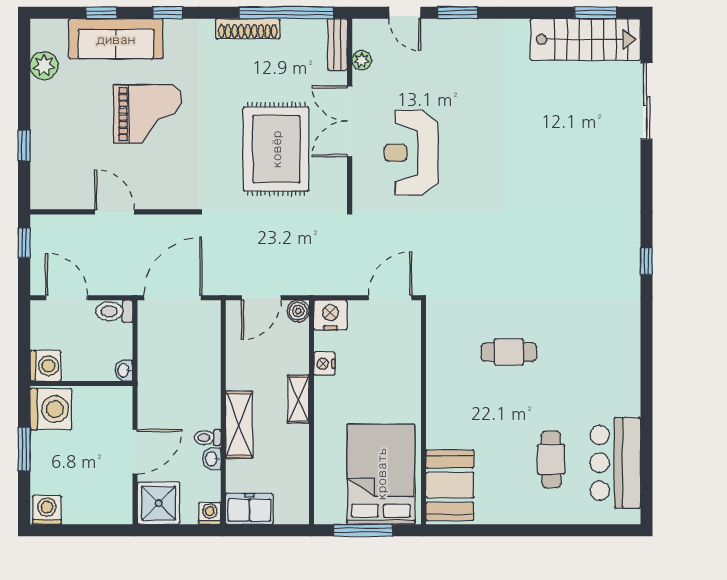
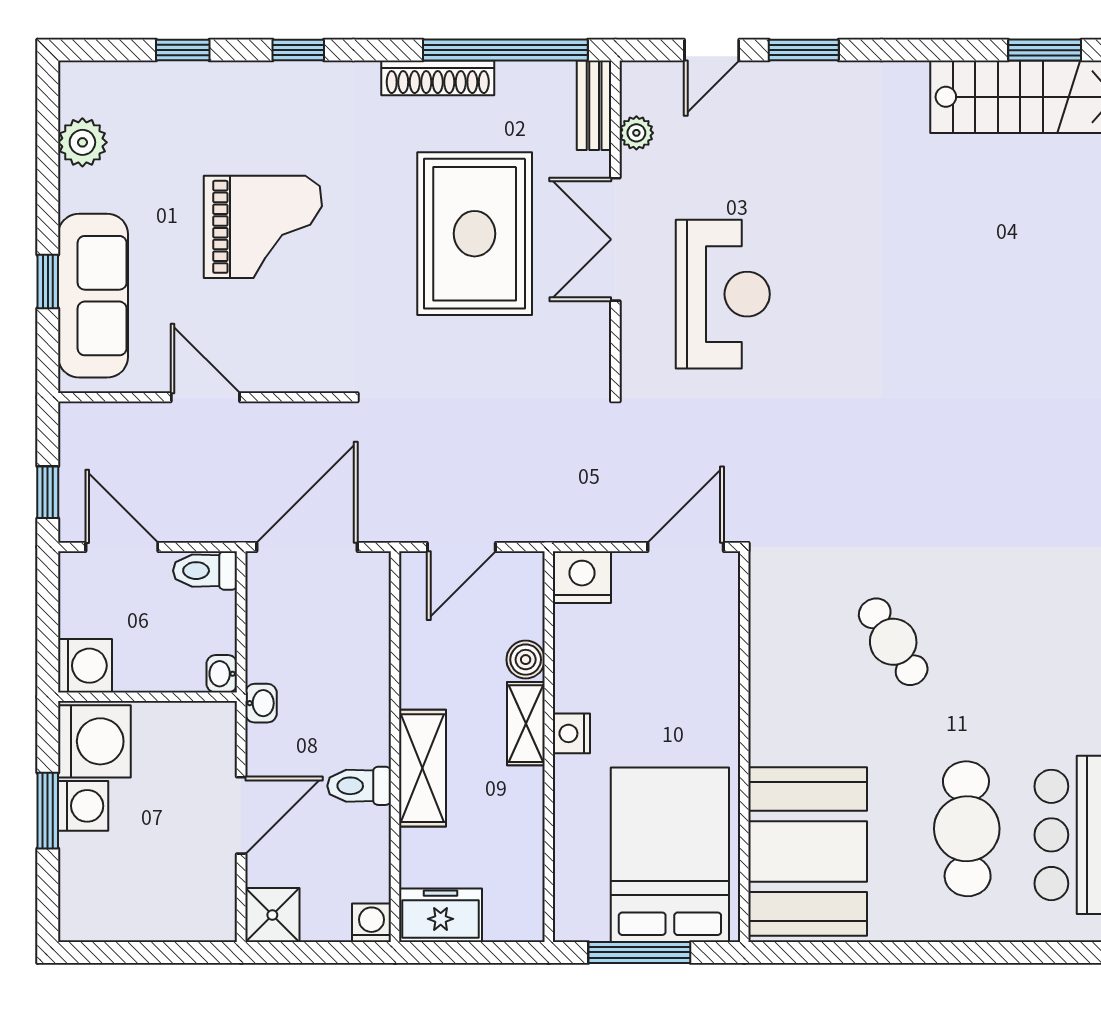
door: (405, 13) -> (712, 50), hinge flipped
sofa: (116, 39) -> (93, 296), moved, turned -90
rug: (276, 149) -> (475, 234), moved
reception desk: (411, 153) -> (723, 294), turned 180
window: (24, 243) -> (48, 492), moved
boiler: (298, 311) -> (526, 660), moved
cafe table: (509, 352) -> (893, 642), turned 57
nightstand: (324, 364) -> (571, 733), moved
toilet: (208, 438) -> (359, 786), width x1.37, depth x1.39
washbasin: (212, 459) -> (261, 703), moved, turned 180
cafe table: (551, 459) -> (967, 829), width x1.37, depth x1.35
booth: (450, 485) -> (808, 851), width x1.36, depth x1.42
shower: (159, 503) -> (272, 915), width x0.73, depth x0.73
washing machine: (47, 510) -> (83, 806), moved, turned 90

